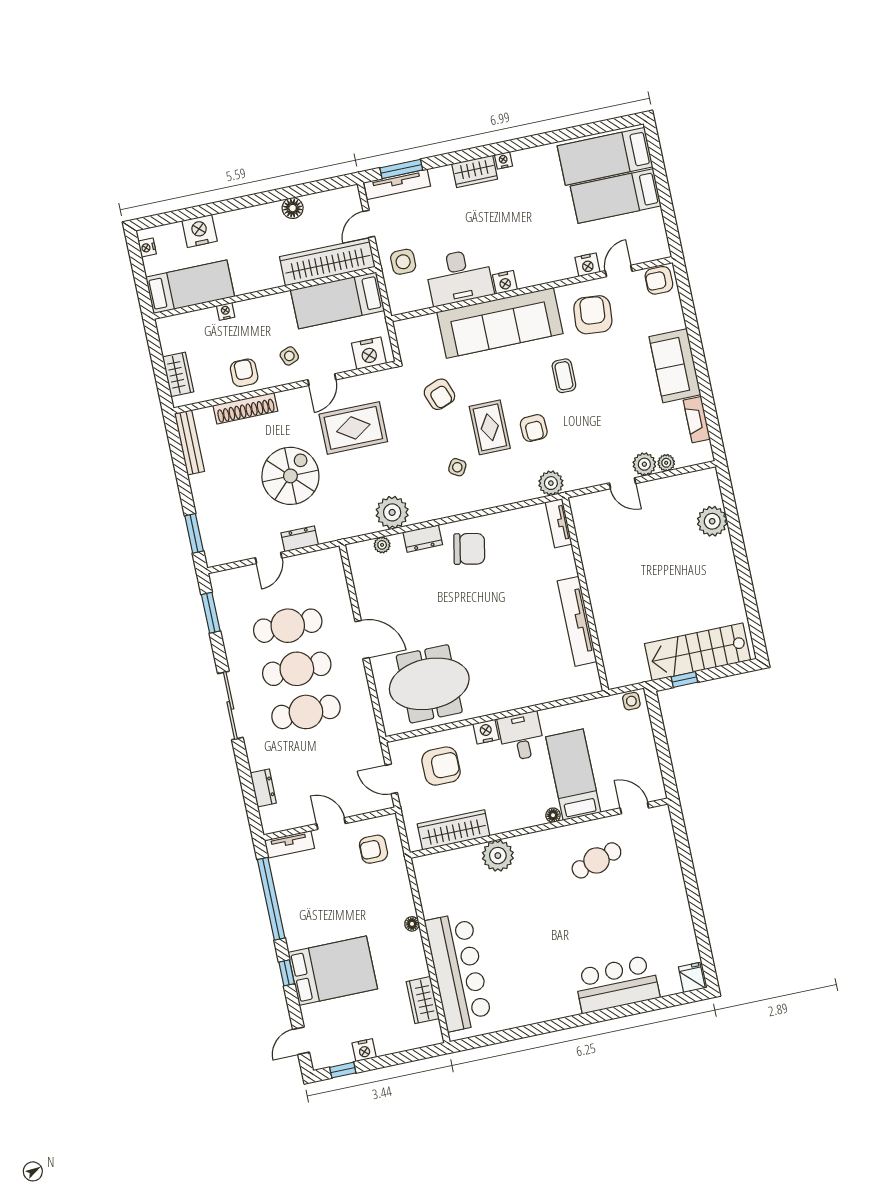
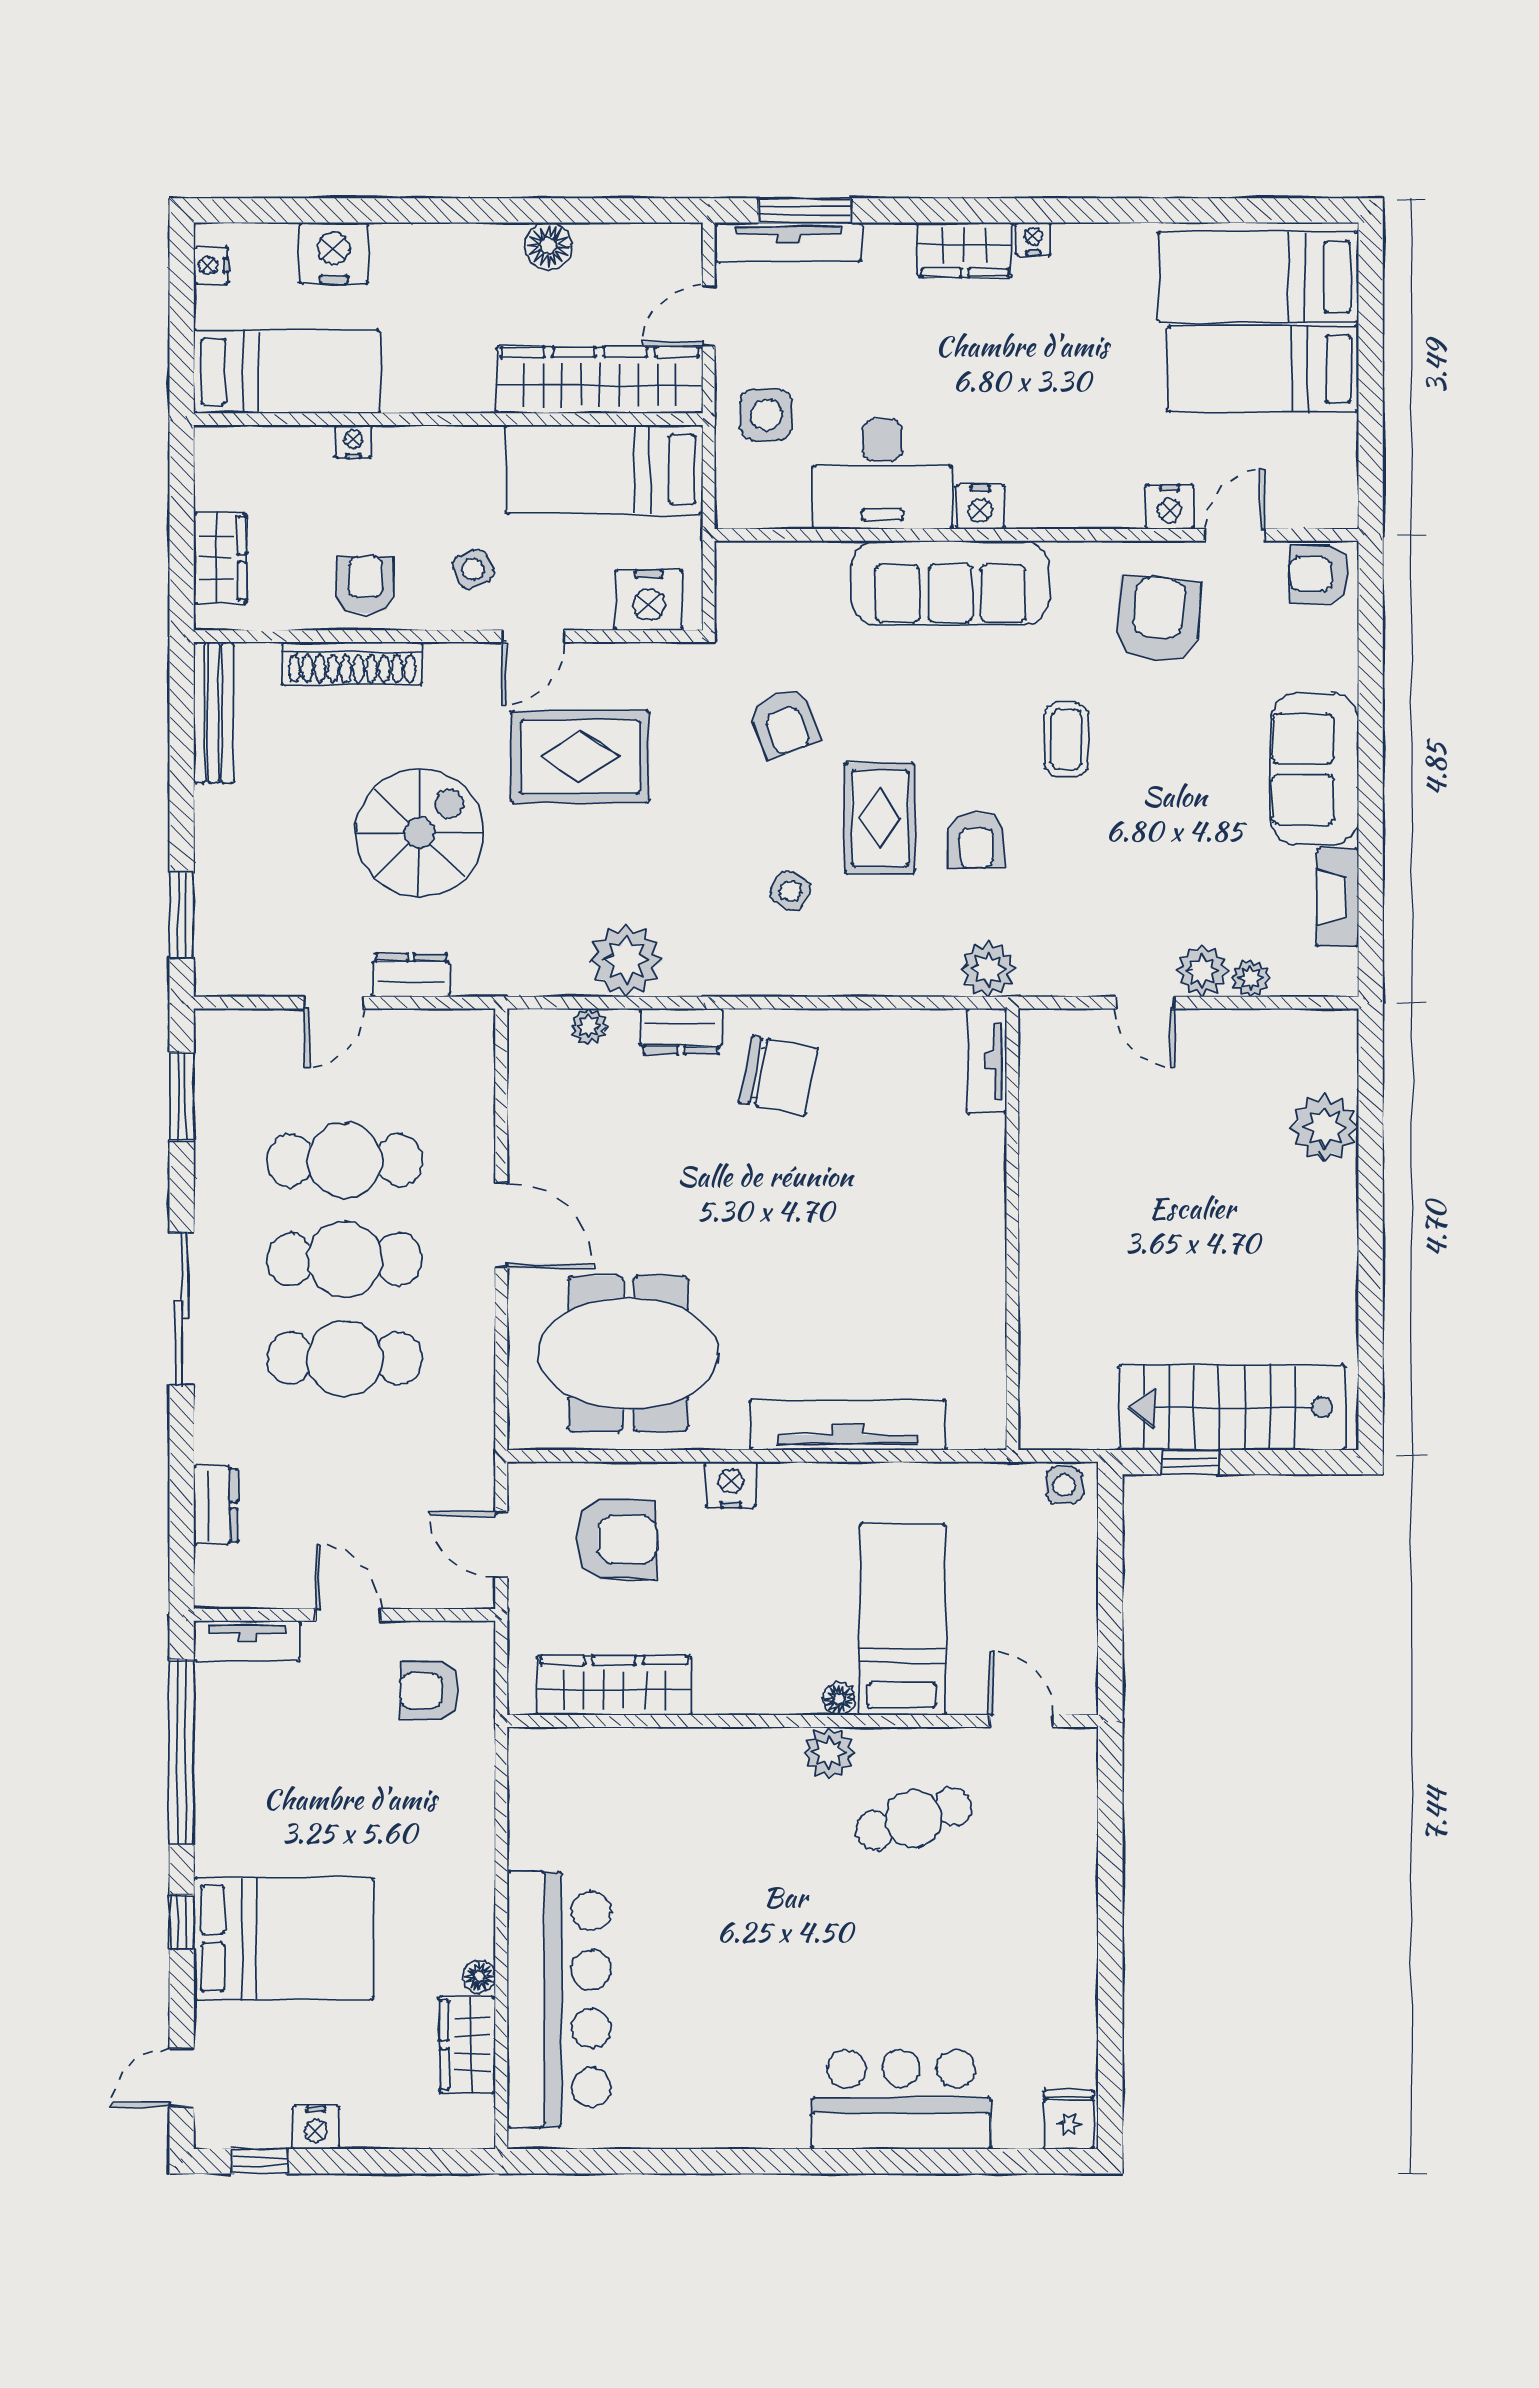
sofa: (500, 323) -> (950, 582), width x0.74, depth x0.79
tv unit: (577, 621) -> (848, 1425), moved, turned 90
desk: (521, 736) -> (806, 1511), removed
plant: (498, 856) -> (829, 1753), moved, width x0.73, depth x0.73
floor lamp: (412, 924) -> (479, 1976), moved

